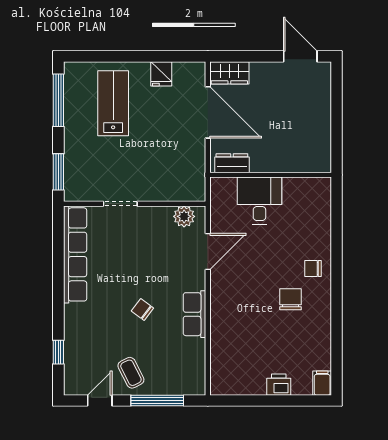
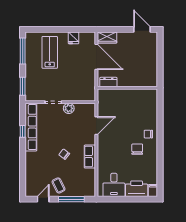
desk: (259, 201) -> (114, 185), moved, turned 180
plant: (184, 216) -> (69, 108), moved
window: (58, 352) -> (23, 131), moved
printer: (279, 385) -> (137, 189), width x1.87, depth x1.48

